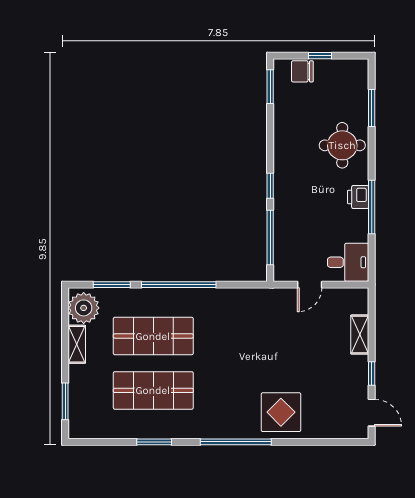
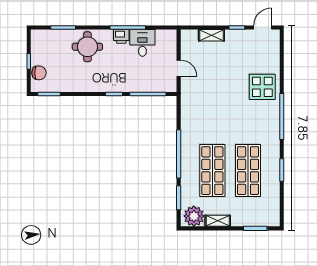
chair: (302, 71) -> (39, 73), turned -90
desk: (348, 262) -> (142, 43), moved

